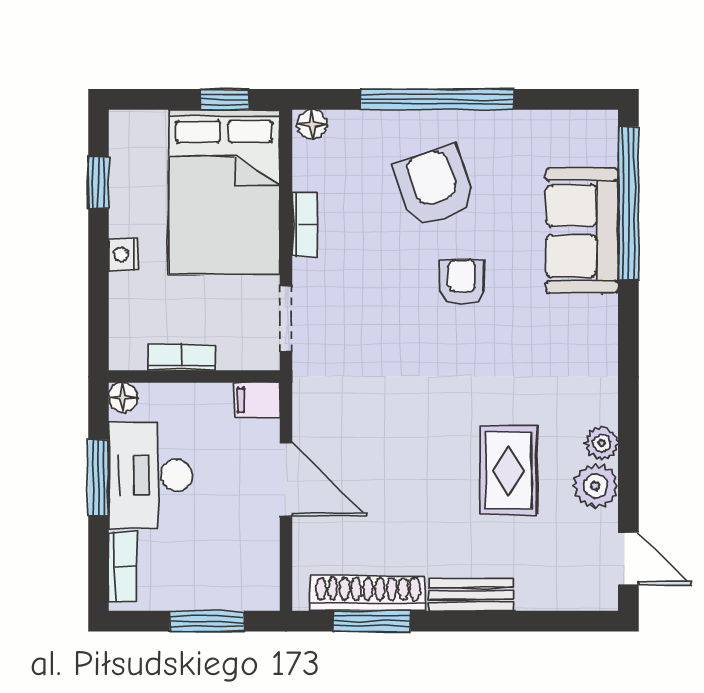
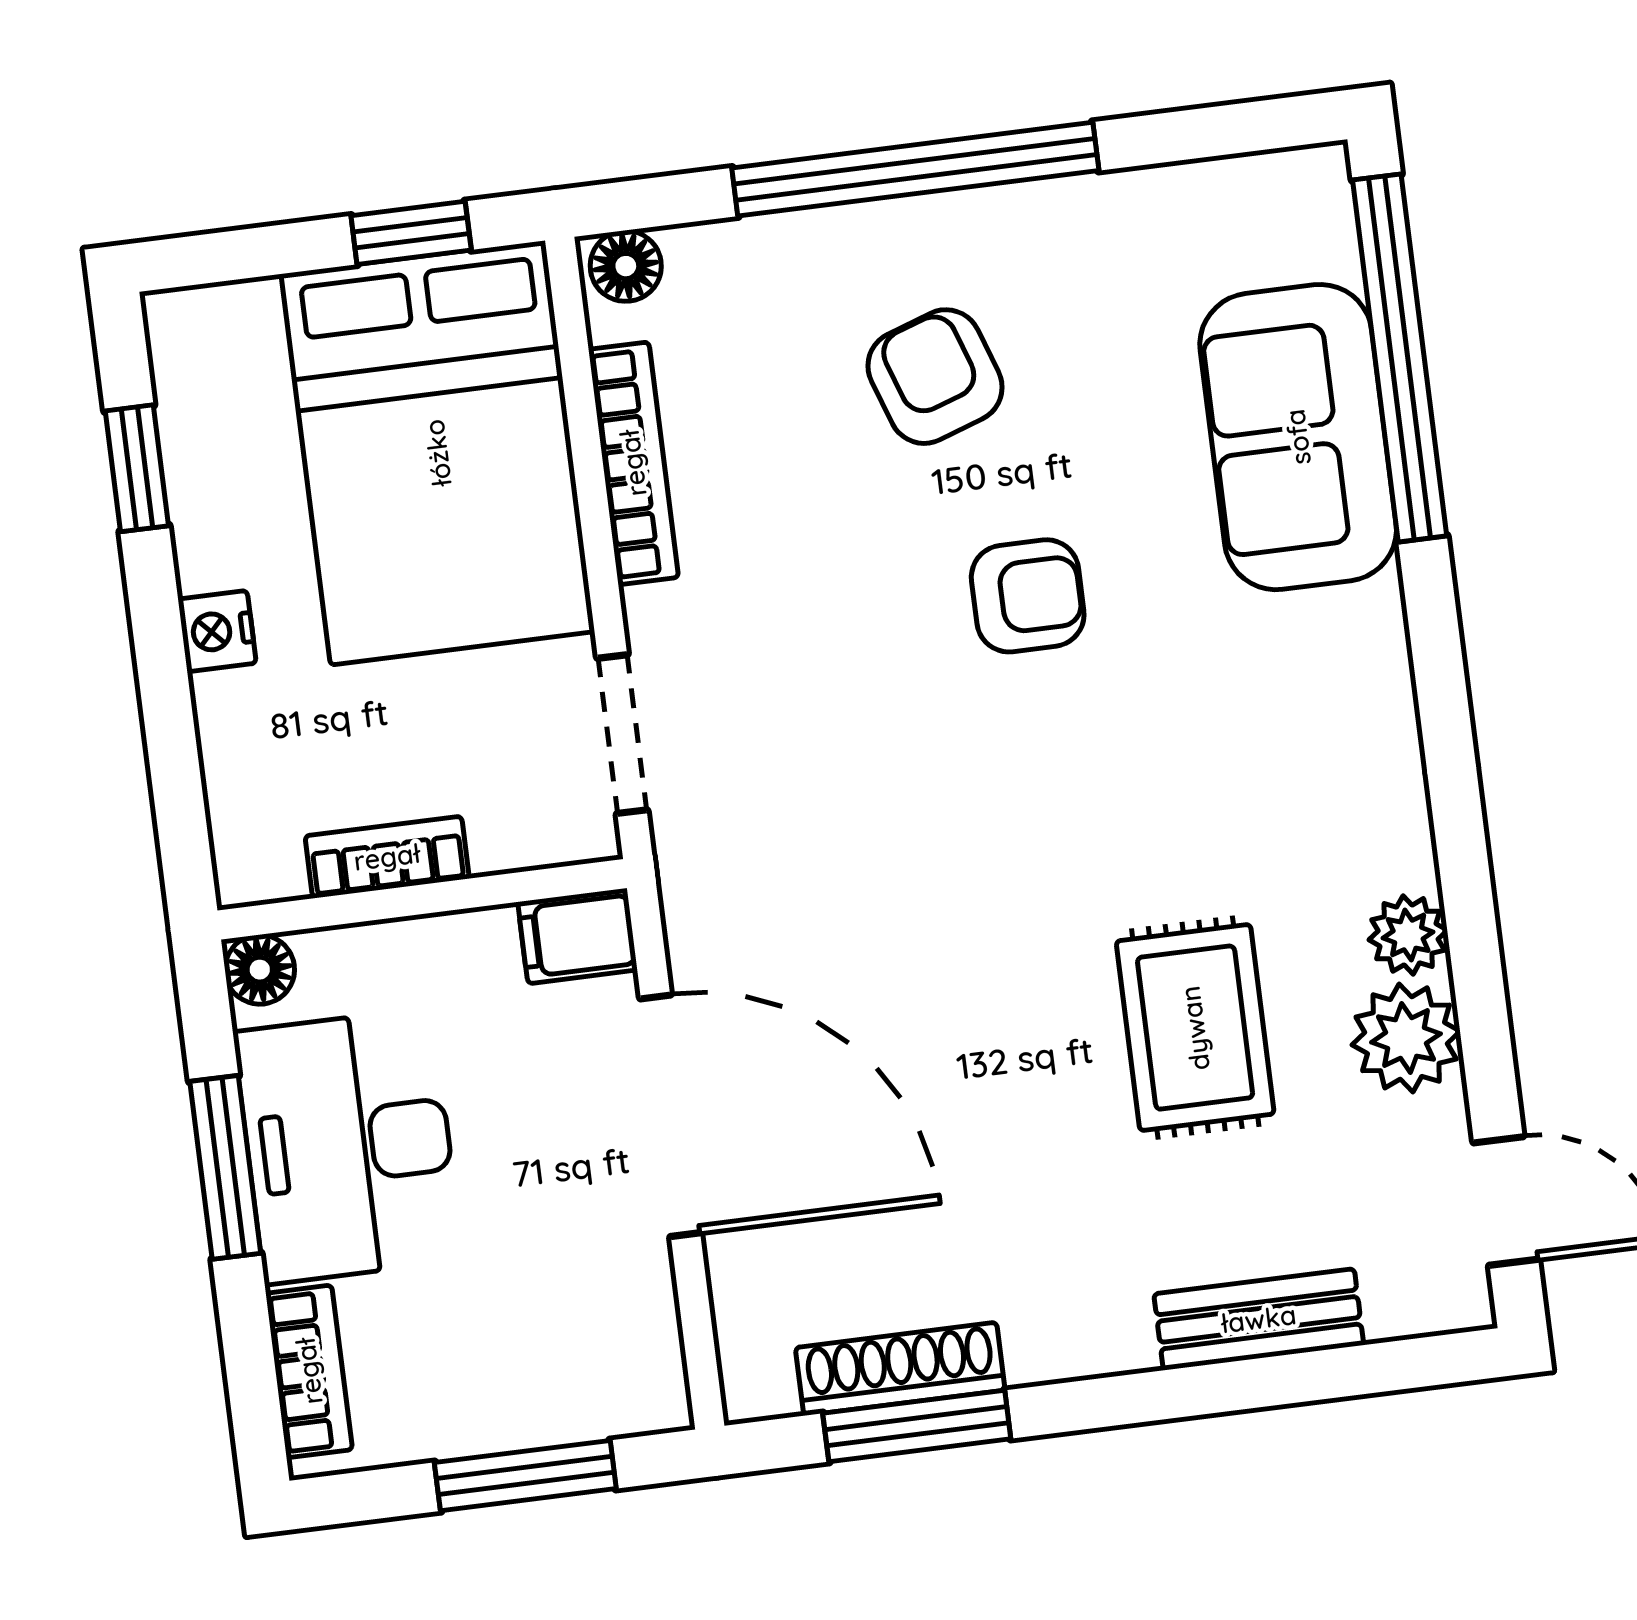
armchair: (435, 187) -> (935, 377), width x0.72, depth x0.72
bookcase: (305, 225) -> (633, 463), width x1.56
armchair: (462, 282) -> (1028, 596), turned 90
door: (286, 479) -> (670, 1116), width x1.36
shoe rack: (368, 593) -> (900, 1369), width x0.74, depth x0.81
bench: (471, 595) -> (1259, 1319), moved

